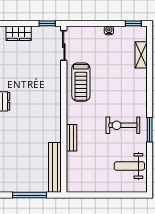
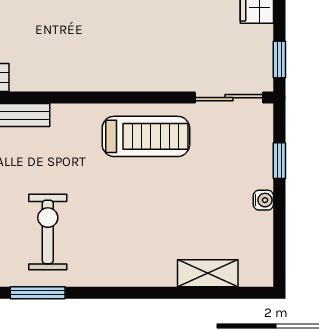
window: (133, 23) -> (279, 161), moved
treadmill: (81, 82) -> (146, 136), turned 180

